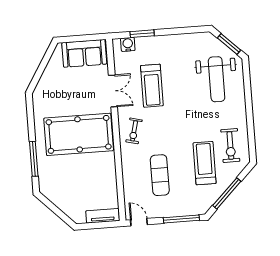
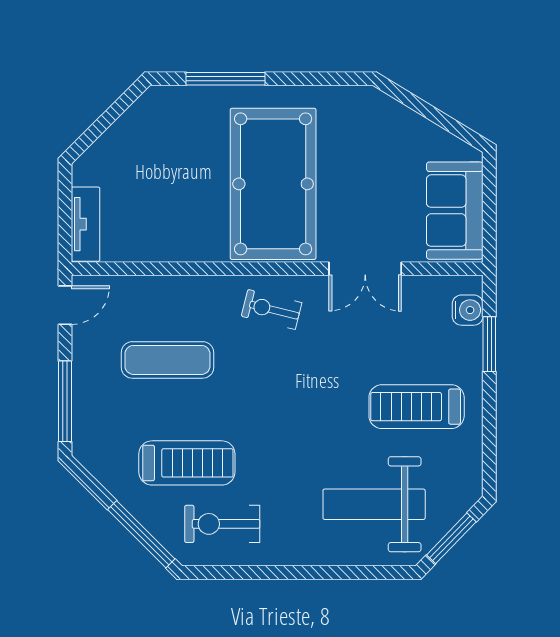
treadmill: (152, 86) -> (417, 407), moved
window: (227, 193) -> (141, 534), moved

